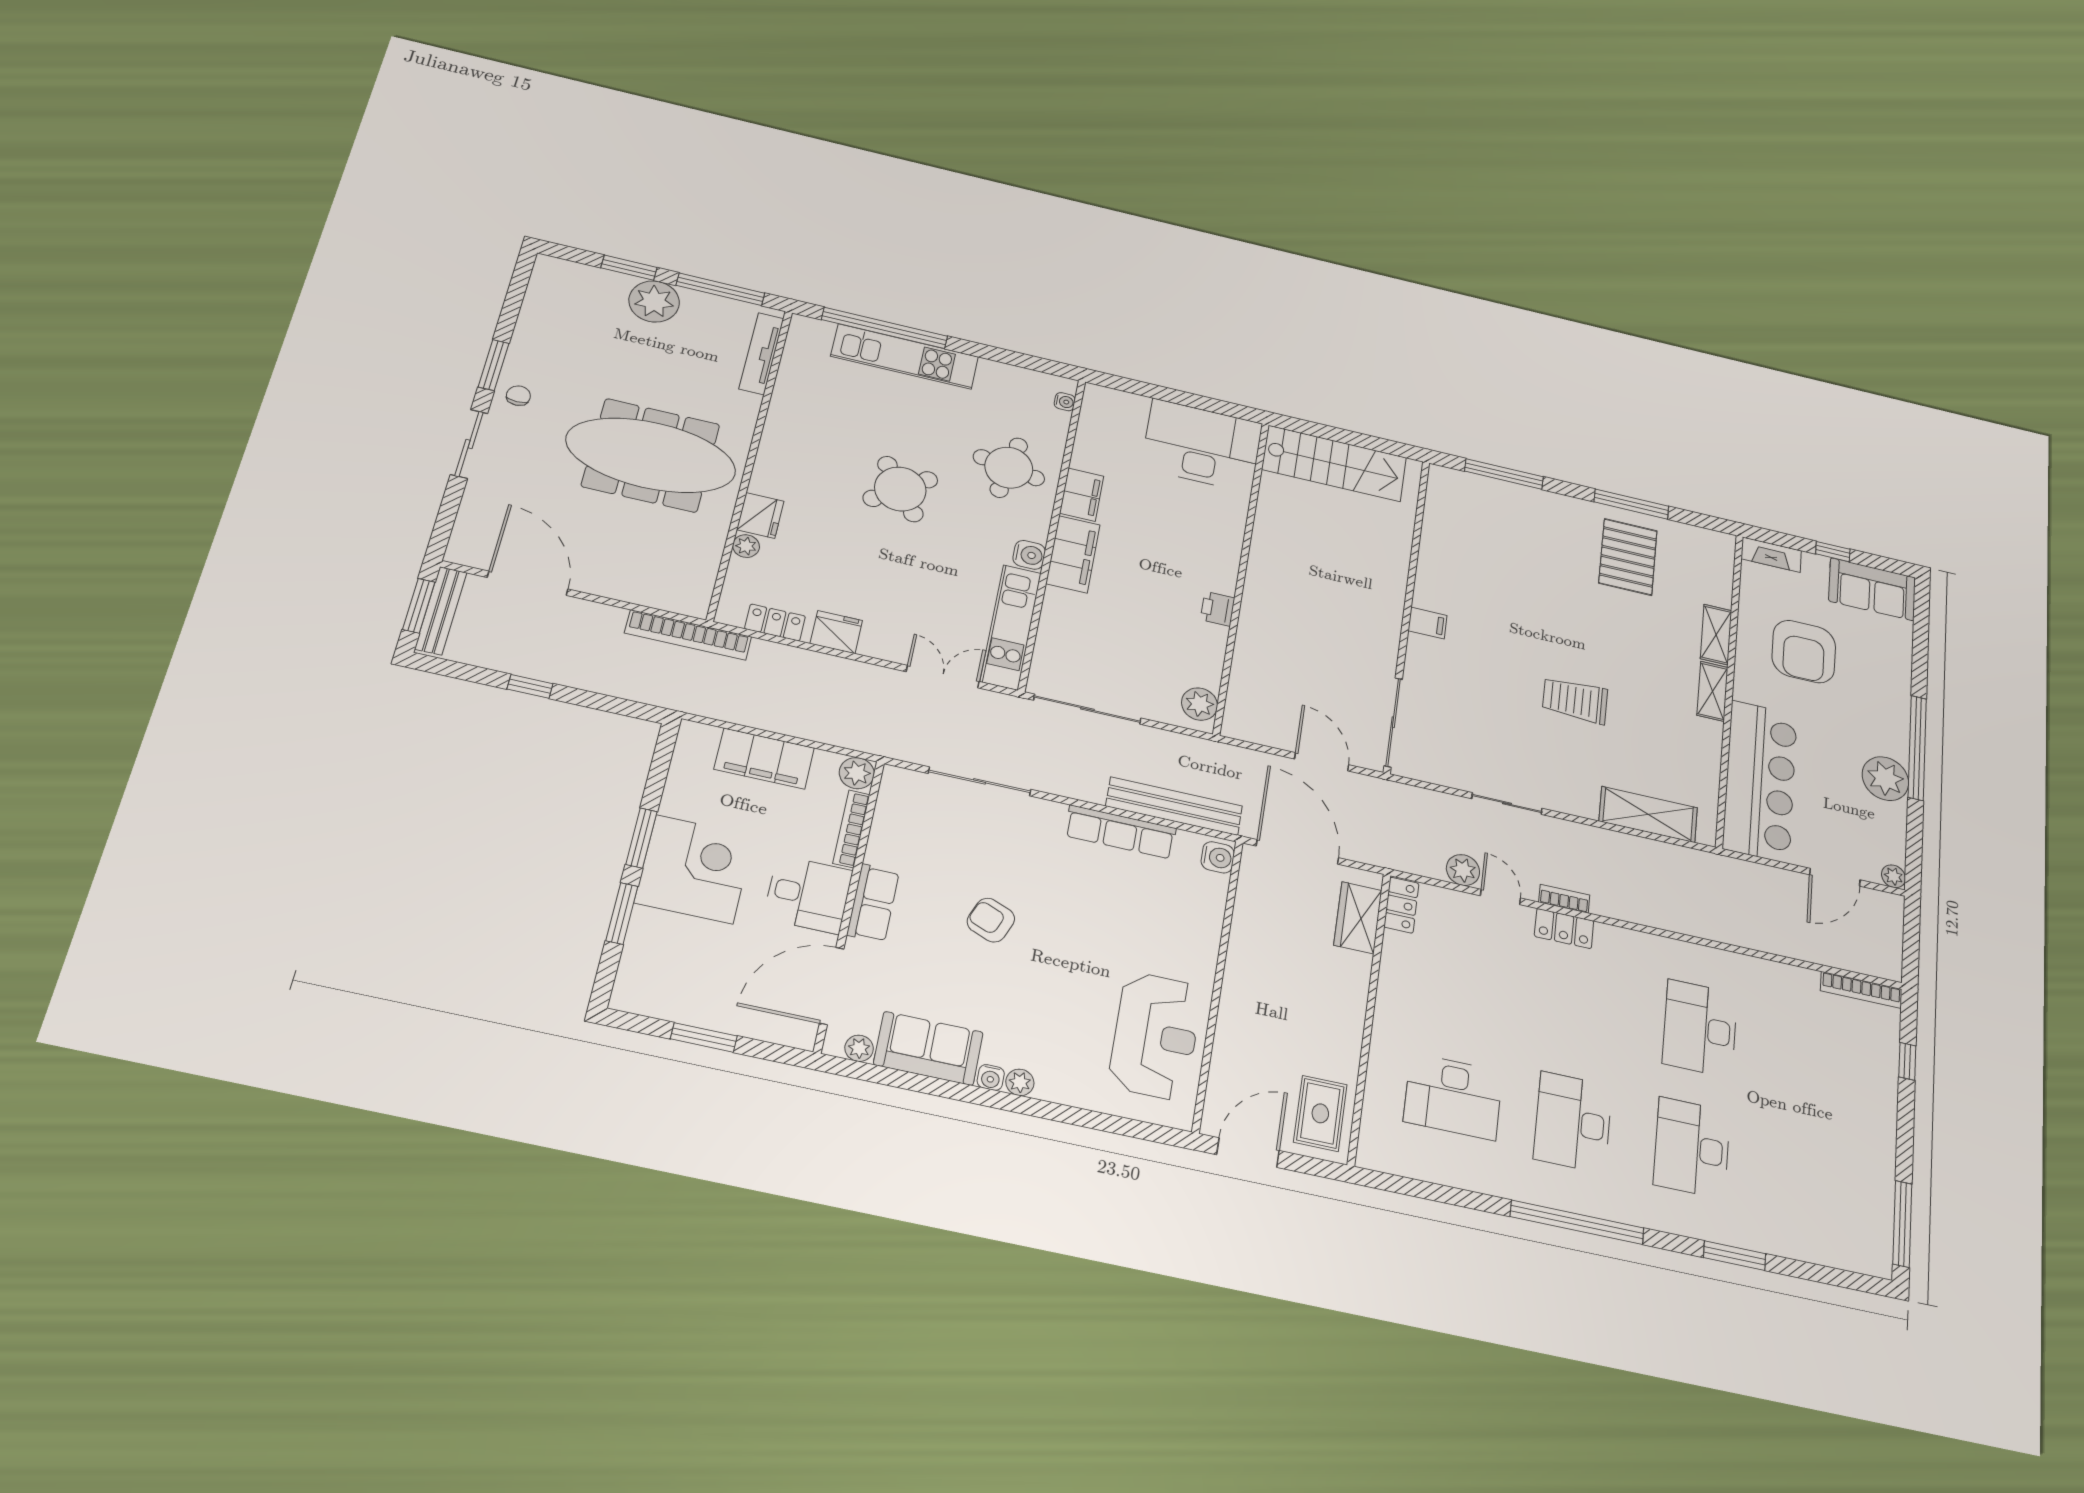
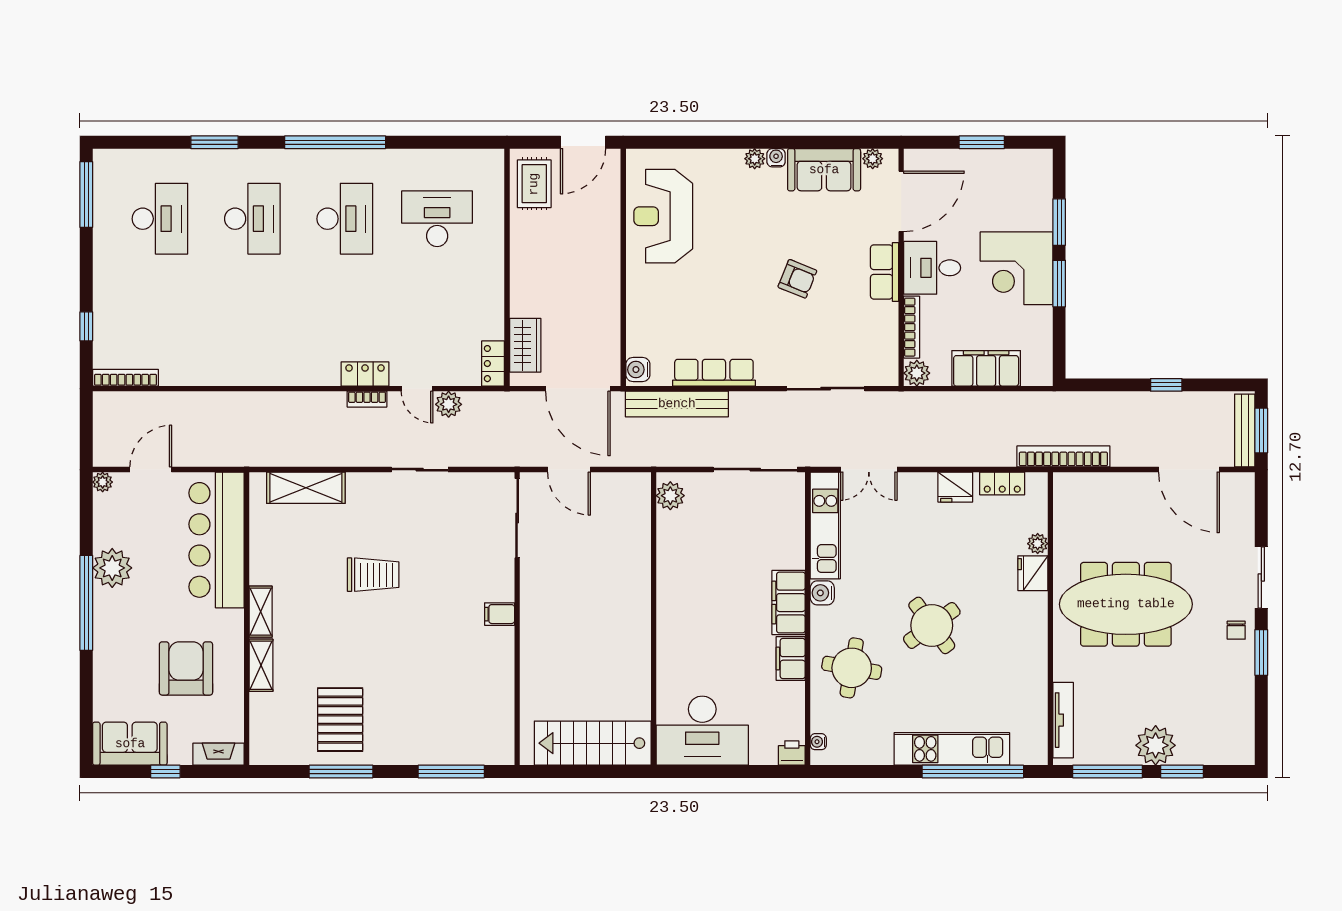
printer: (1218, 609) -> (792, 753), moved, turned -90
desk: (1700, 1029) -> (160, 219), moved

